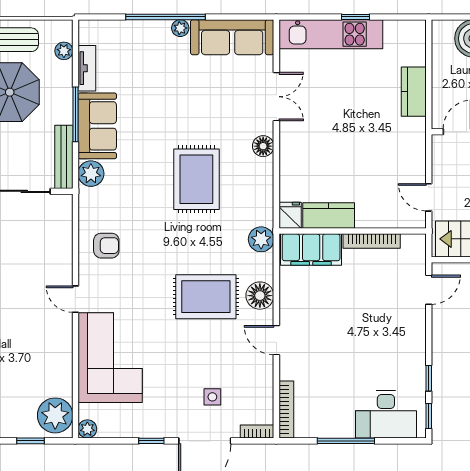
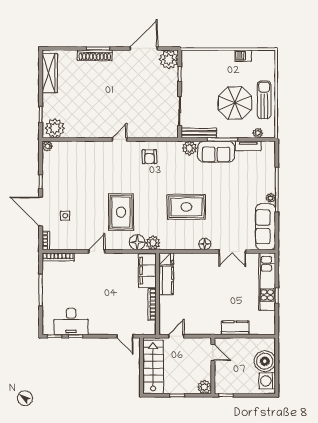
floor lamp: (260, 296) -> (137, 242), moved
corner sofa: (110, 358) -> (87, 159), removed
desk: (386, 414) -> (71, 321), moved, turned -90

